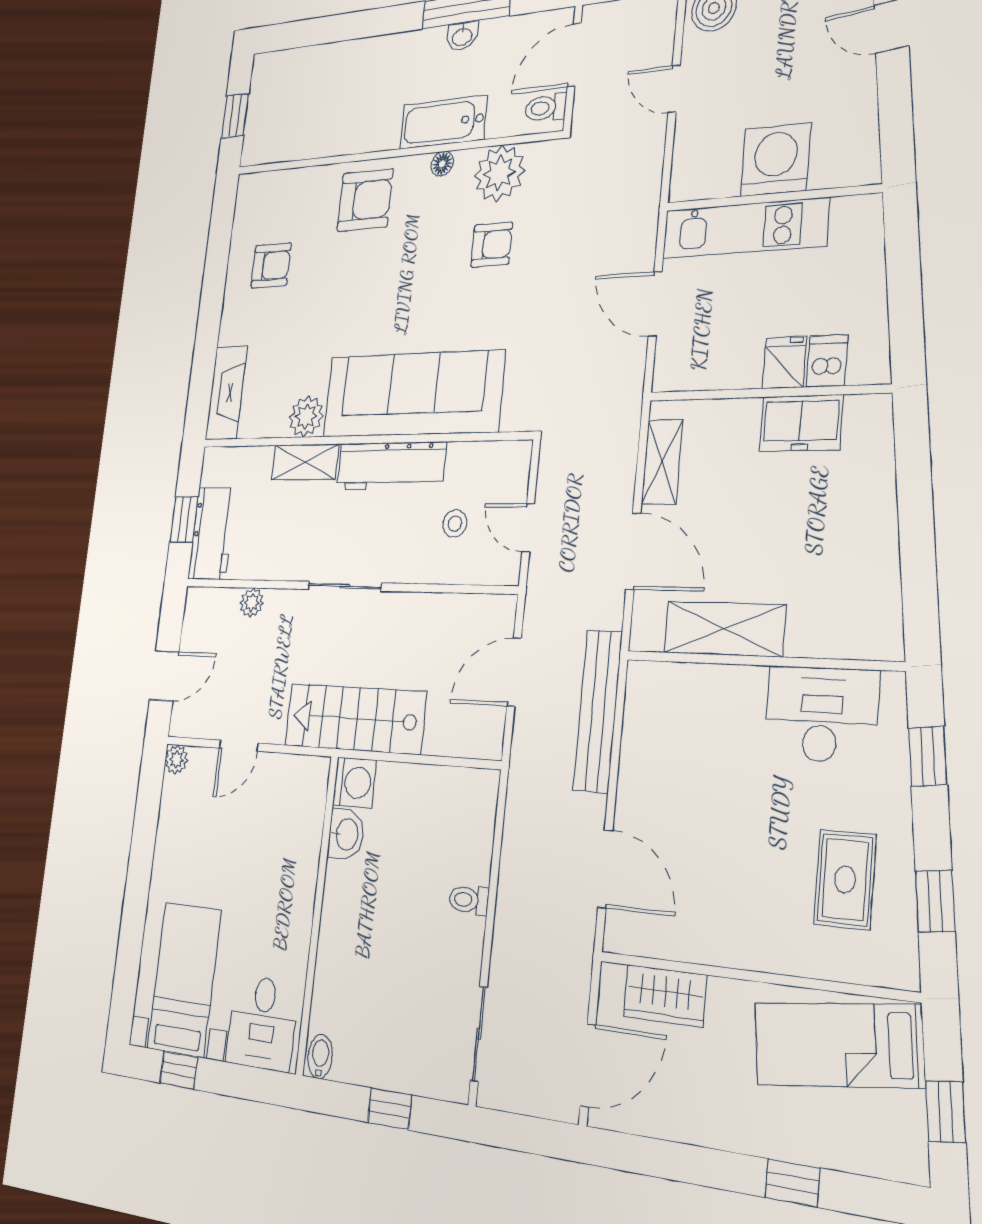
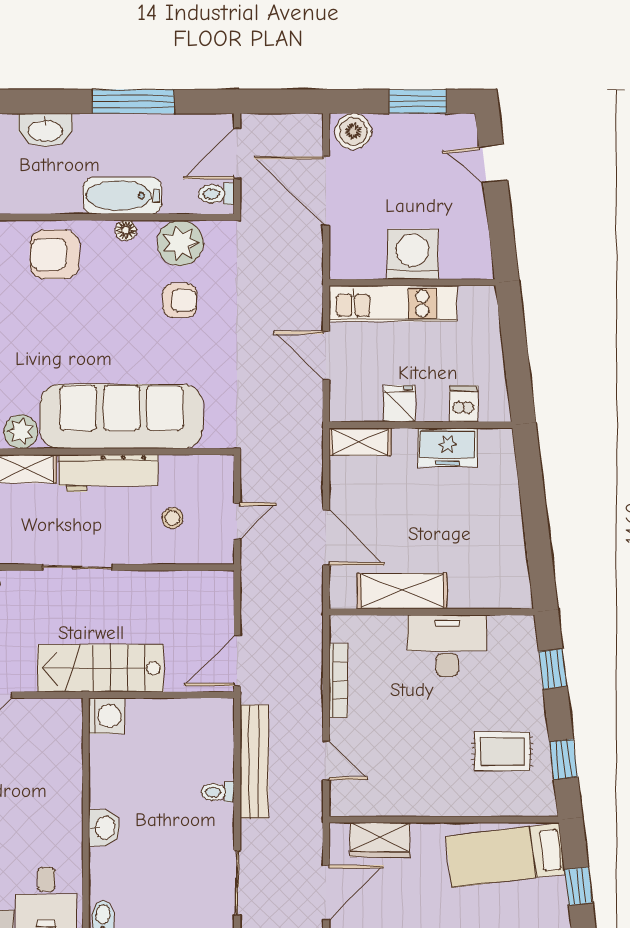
washbasin: (462, 36) -> (45, 130), moved, width x1.91, depth x1.45
door: (674, 89) -> (326, 191), width x1.88
armchair: (365, 200) -> (55, 254), turned 180
fridge: (785, 362) -> (400, 404), moved
shelving: (662, 462) -> (360, 442), moved, turned 90
door: (528, 528) -> (237, 521), swing flipped
door: (514, 672) -> (237, 661), moved
bench: (598, 711) -> (254, 762), moved
desk: (821, 714) -> (447, 646), moved
bookcase: (631, 754) -> (338, 680), added
washbasin: (346, 834) -> (104, 828), moved
door: (605, 869) -> (326, 760), width x0.73
rug: (845, 880) -> (502, 751), turned 90

